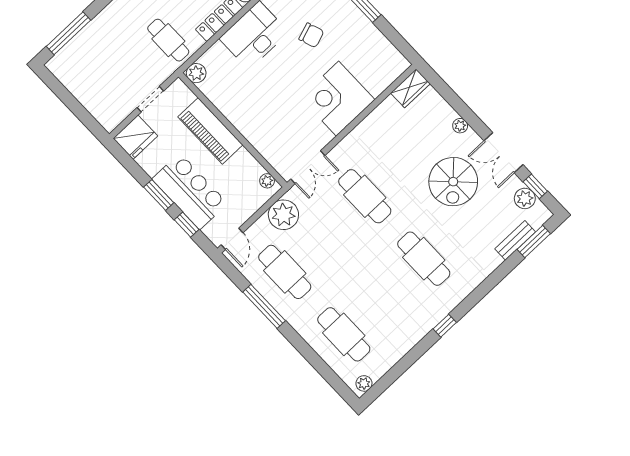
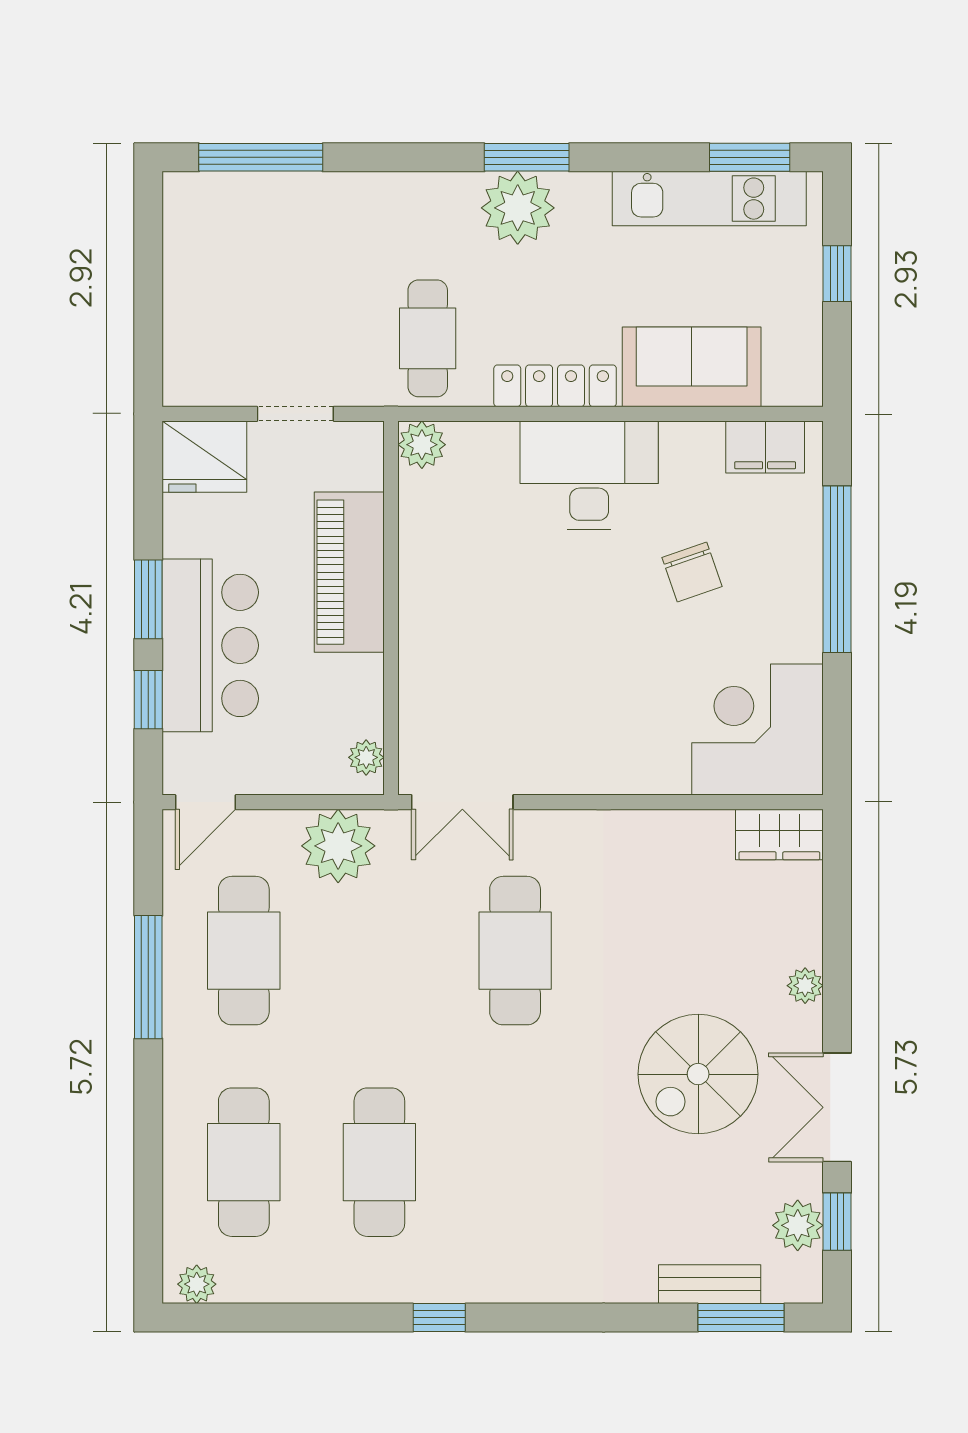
corner desk: (337, 99) -> (758, 730), moved
cafe table: (424, 259) -> (379, 1162), moved

